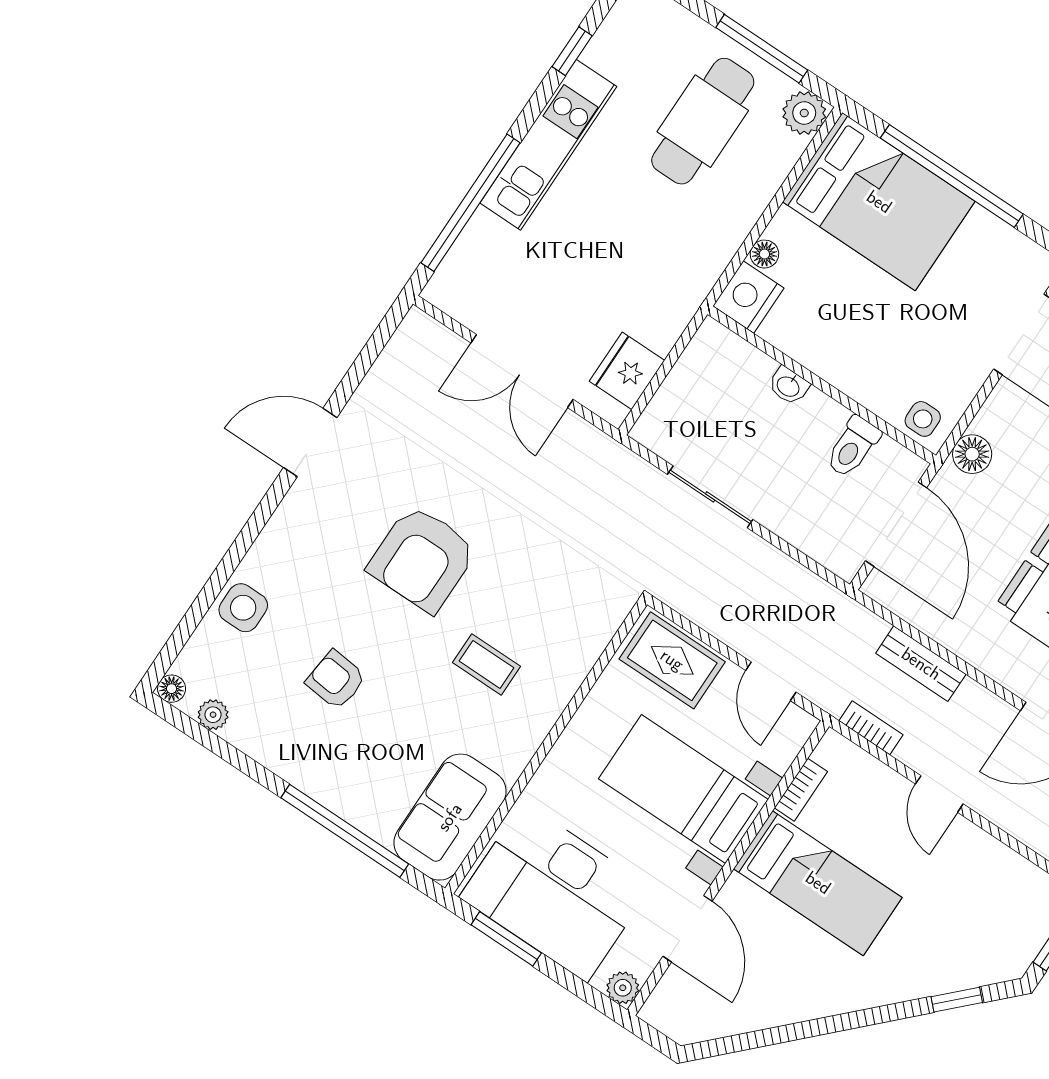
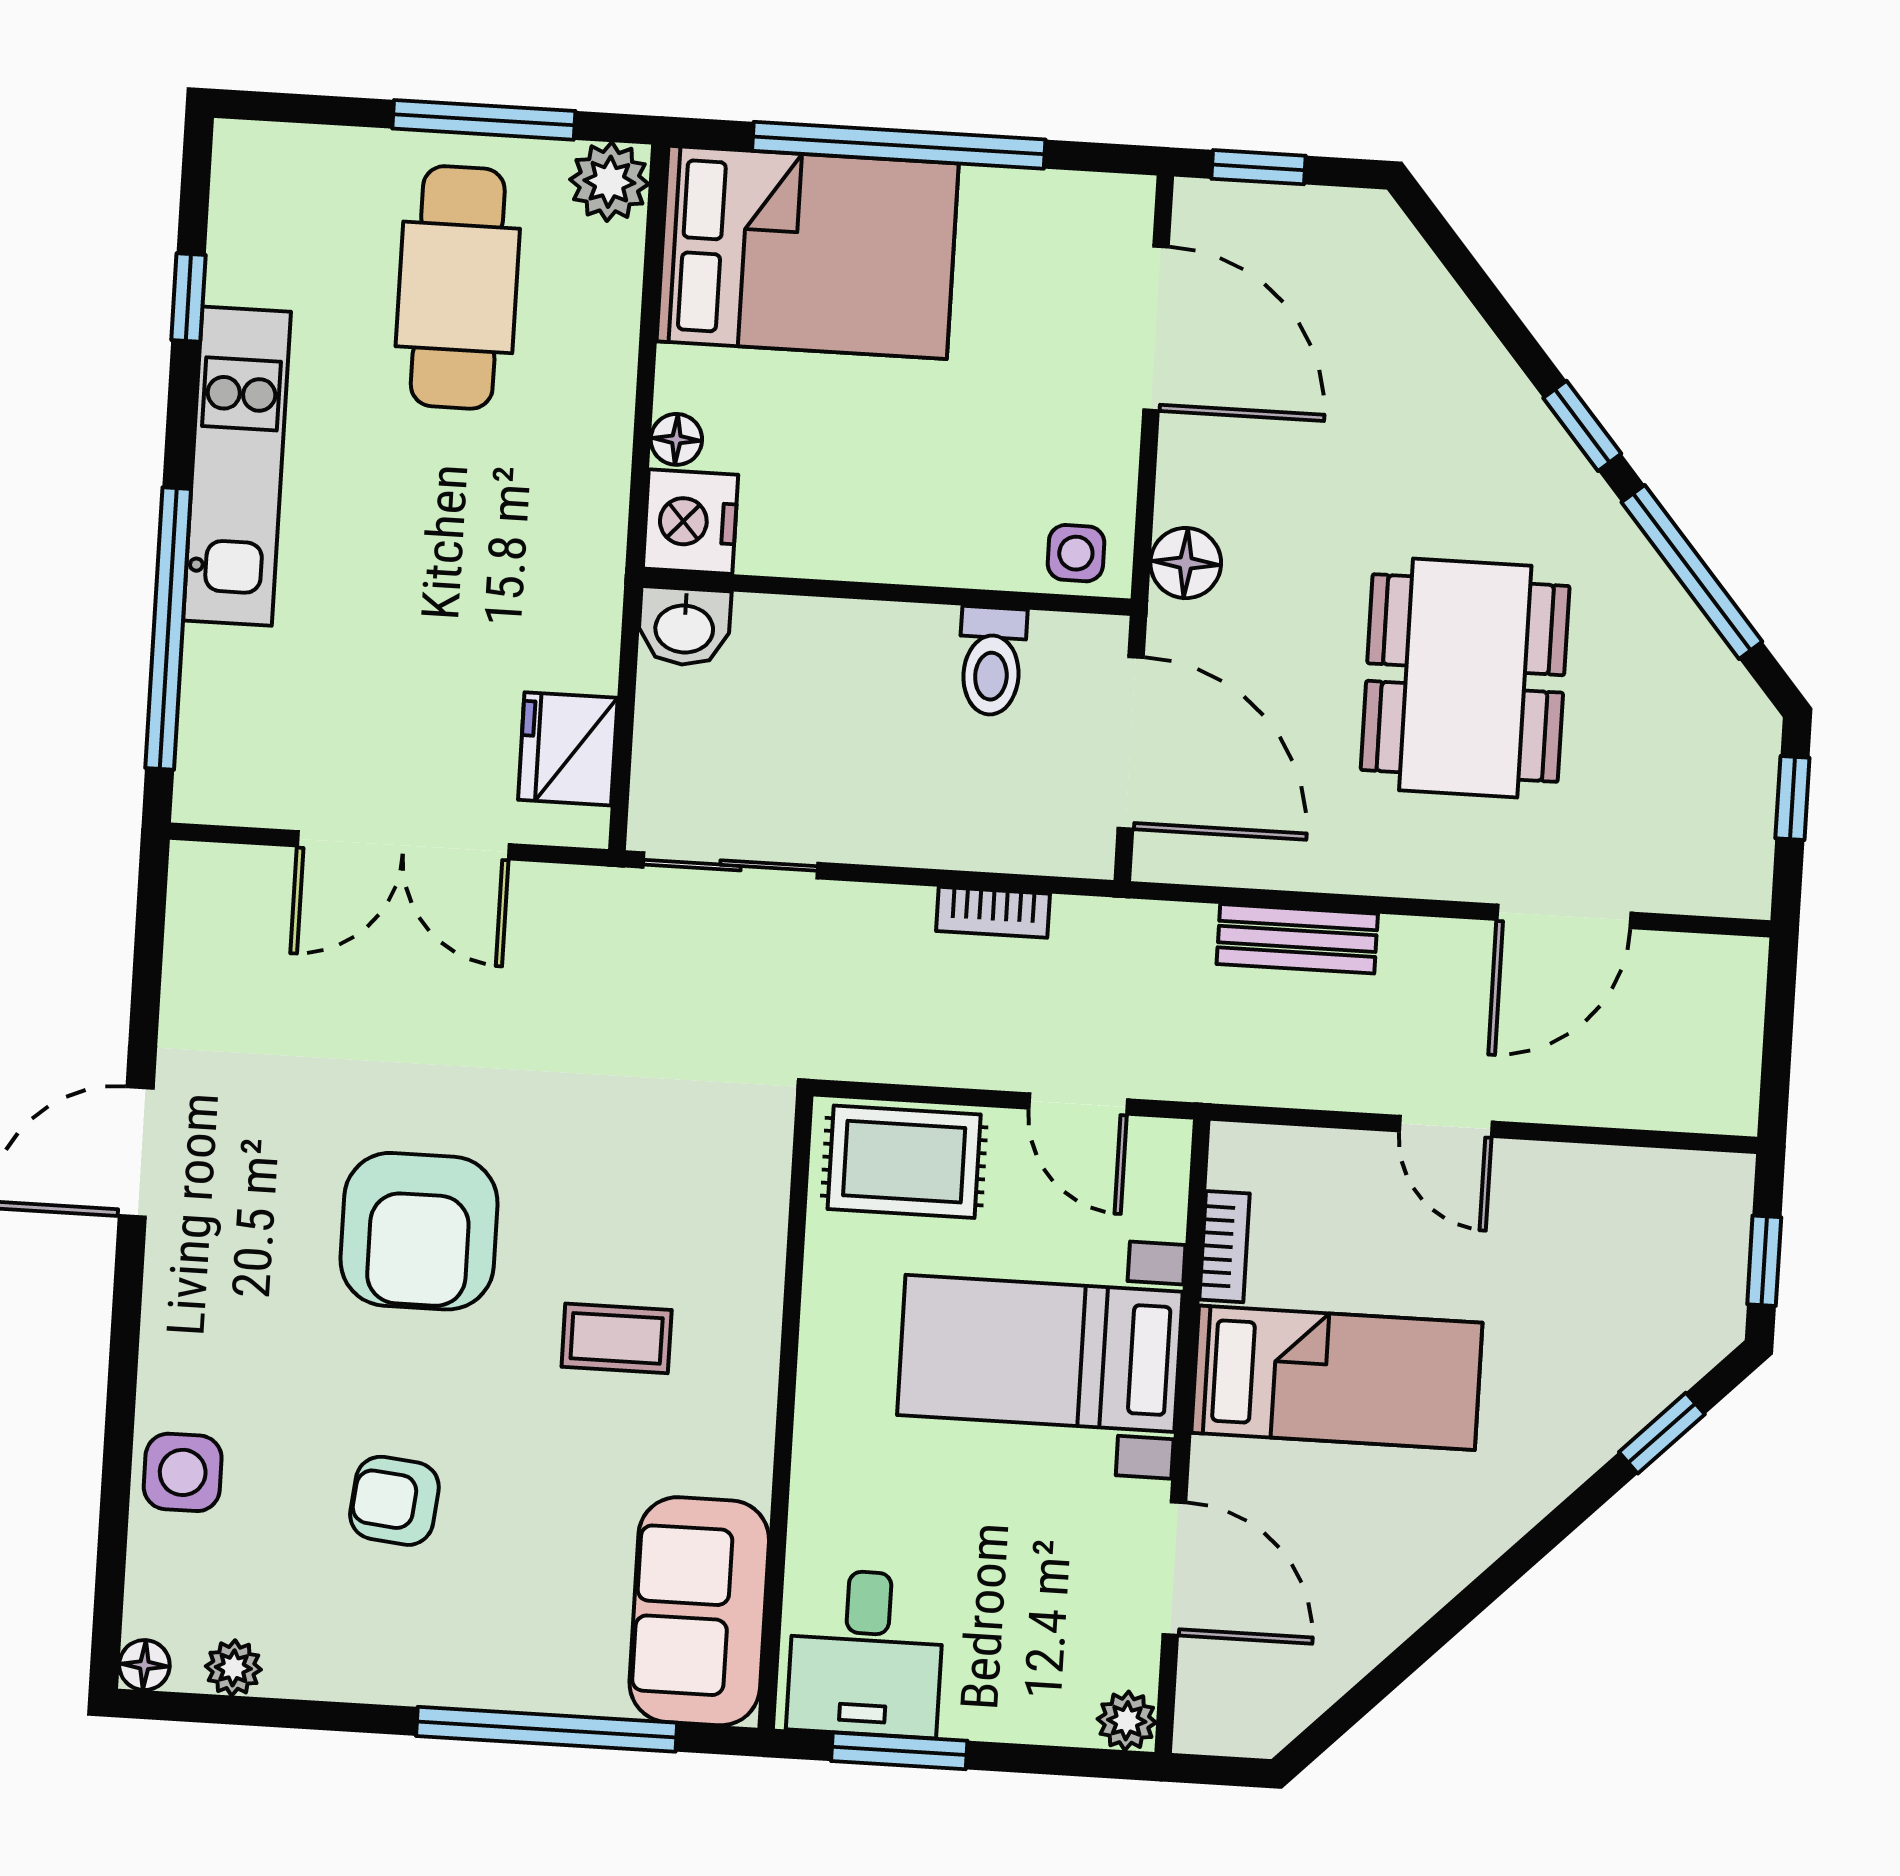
washbasin: (789, 386) -> (684, 627), moved, width x1.38, depth x1.45
sliding door: (710, 497) -> (731, 865), moved
bookcase: (871, 728) -> (993, 912), moved, turned 180
desk: (555, 892) -> (866, 1653), width x0.53, depth x0.77

